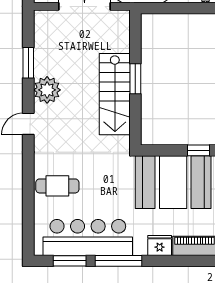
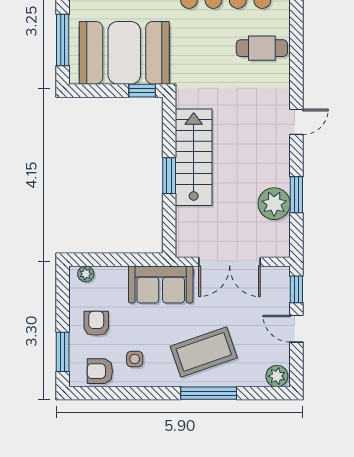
plant: (47, 90) -> (274, 204), moved
window: (198, 150) -> (142, 91), moved

